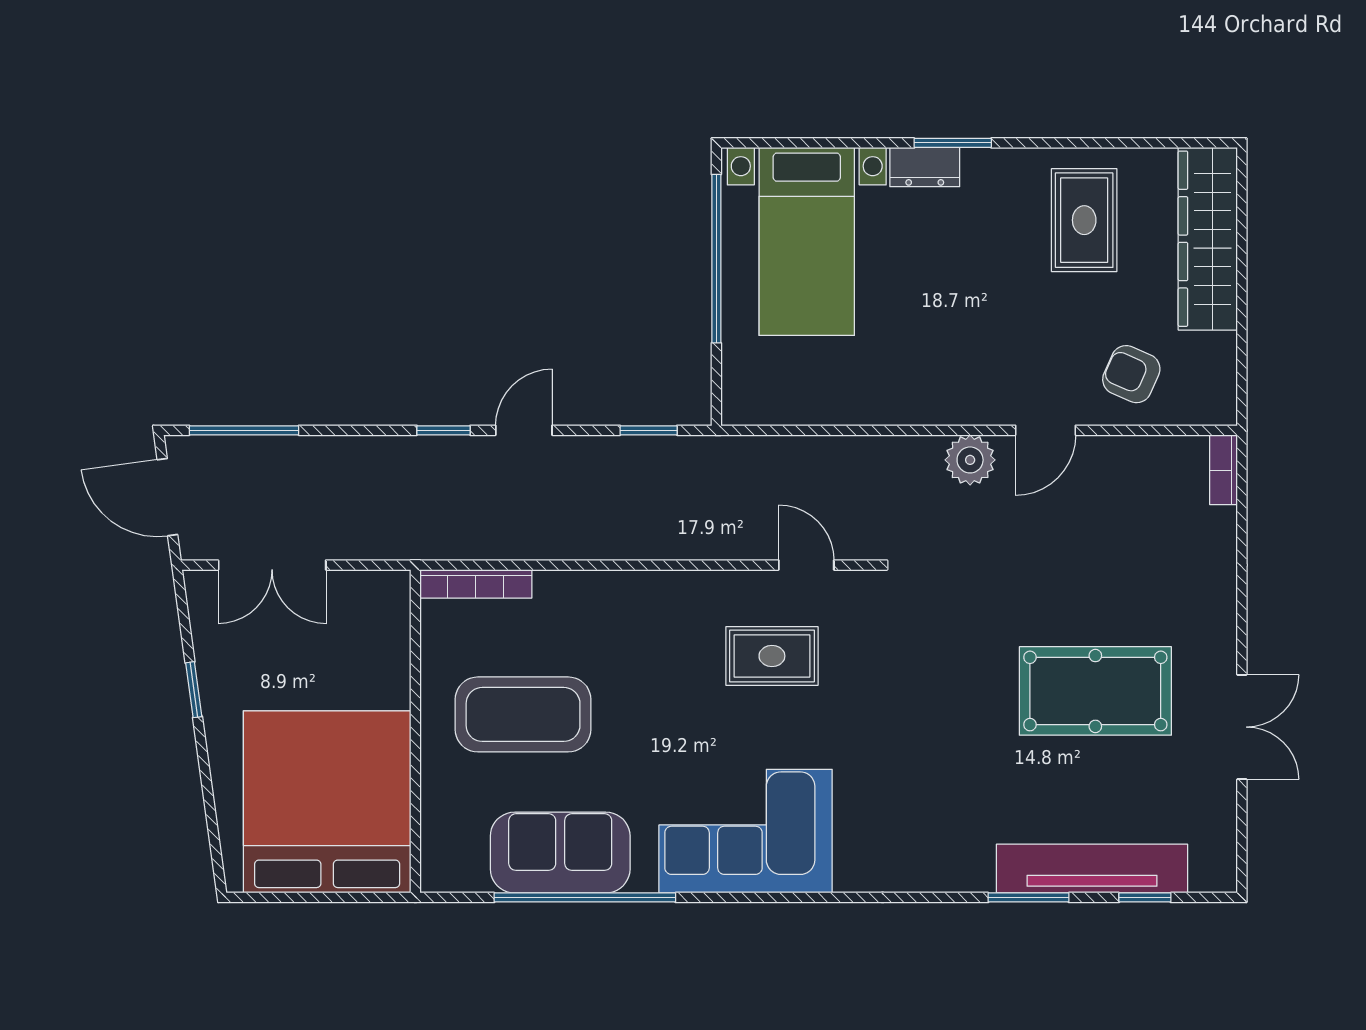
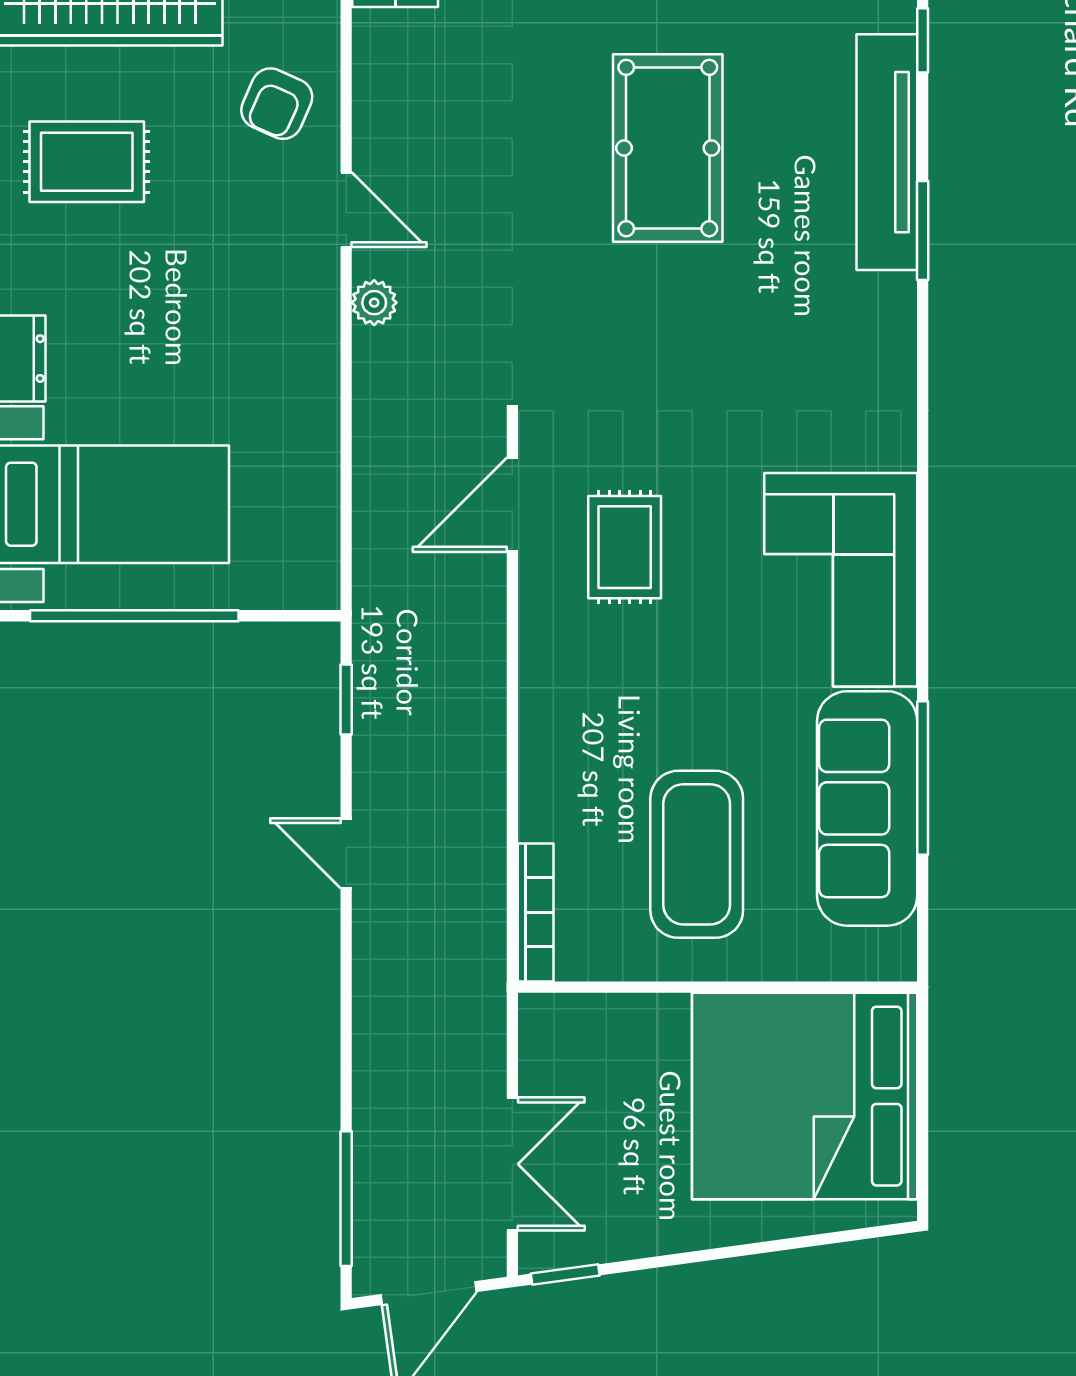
window: (444, 430) -> (346, 952), removed
plant: (970, 460) -> (374, 303), width x0.73, depth x0.73
door: (806, 565) -> (512, 505), width x1.38
window: (194, 690) -> (565, 1274), moved
sofa: (560, 853) -> (867, 808), width x1.36
window: (585, 897) -> (923, 778), width x0.68
window: (1145, 897) -> (923, 40), moved

